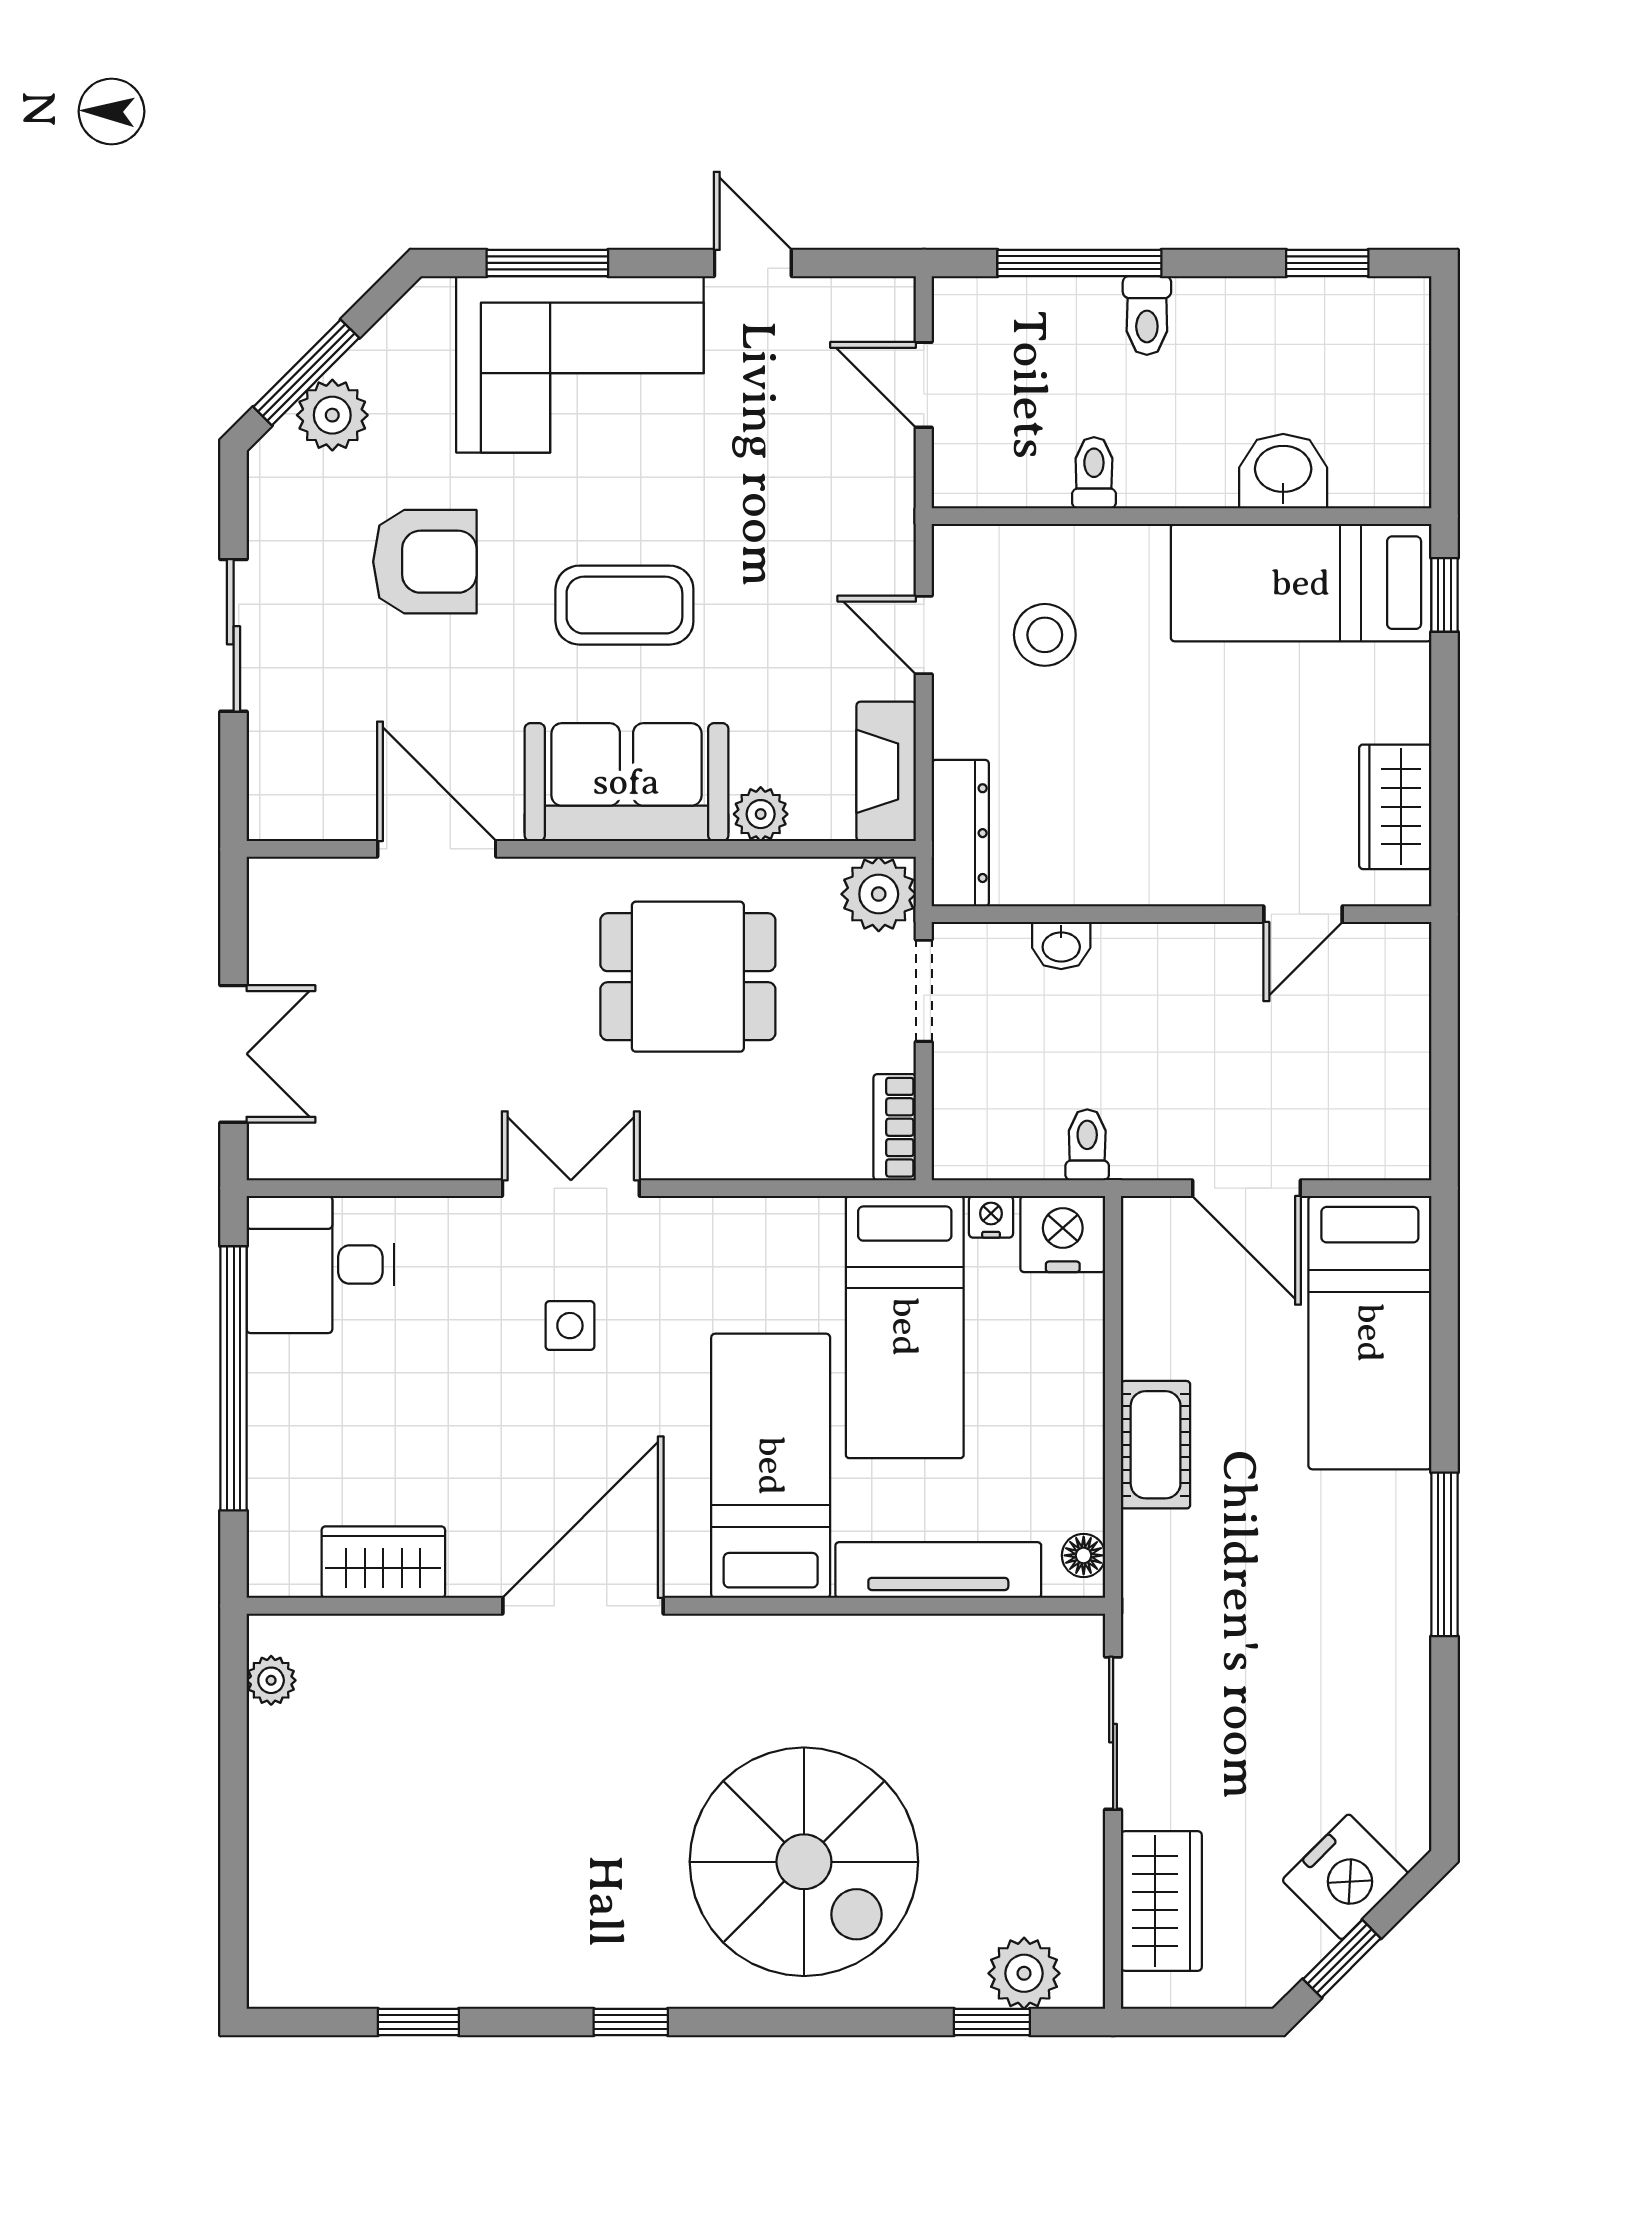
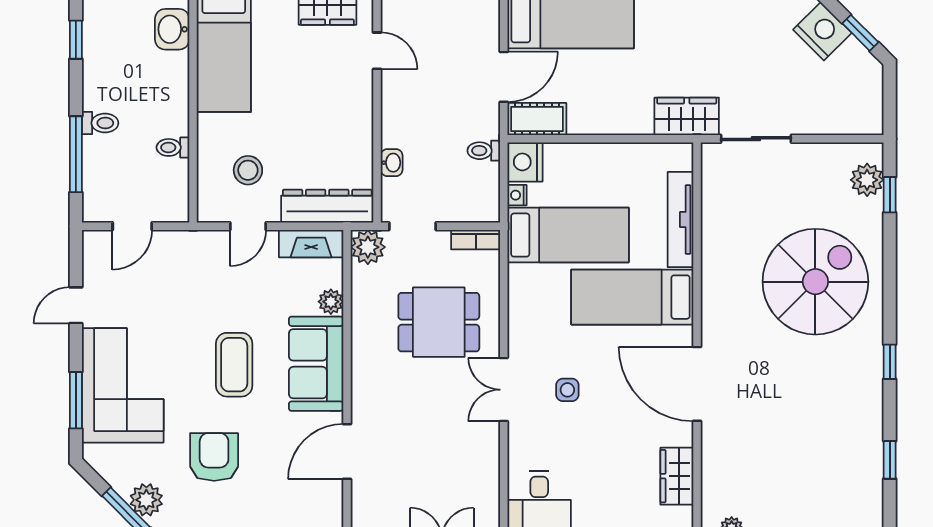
washbasin: (1283, 471) -> (172, 29), moved
dresser: (960, 833) -> (327, 206), width x1.37, depth x1.24
dining table: (688, 977) -> (439, 322), moved, turned 90
cot: (1156, 1445) -> (537, 119), moved
floor lamp: (1084, 1555) -> (674, 152), removed
wardrobe: (1161, 1901) -> (687, 116), moved

